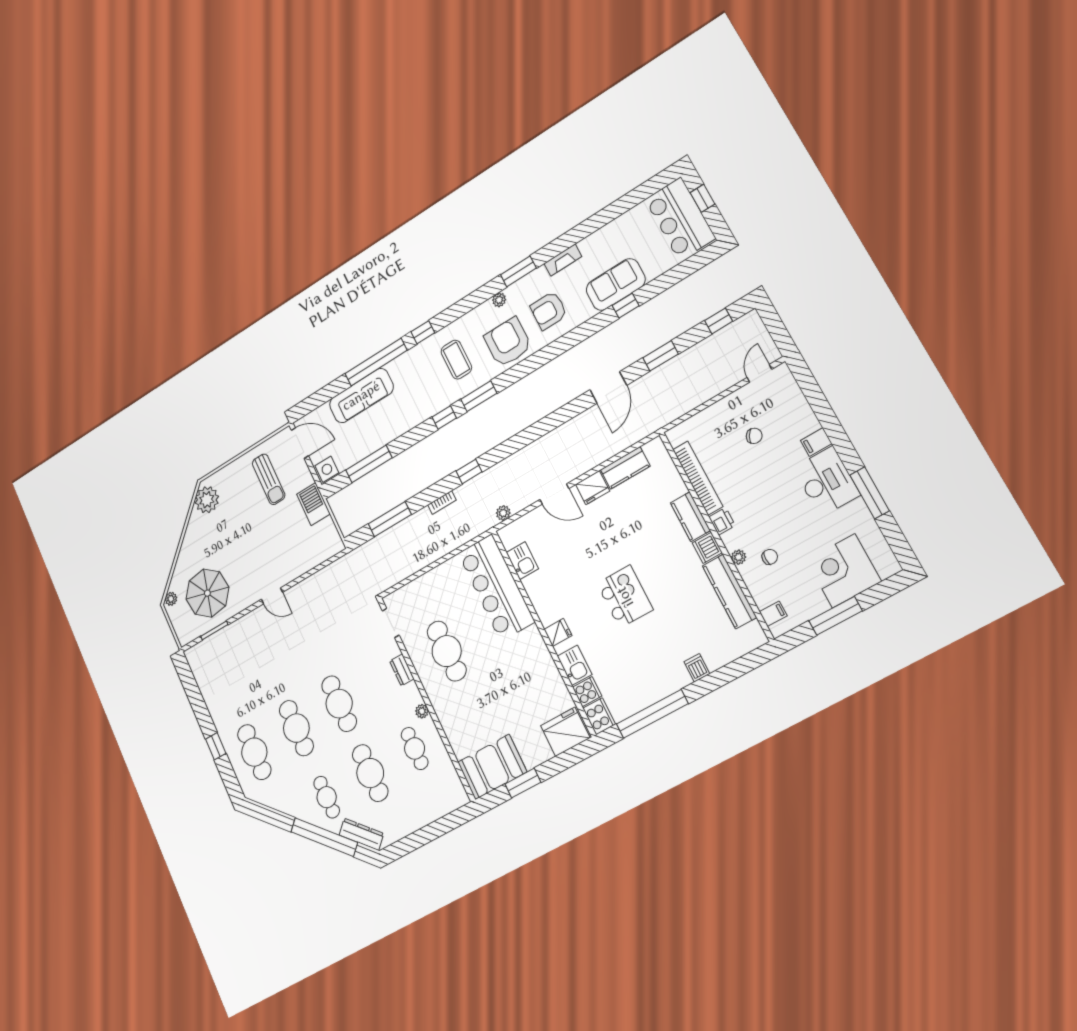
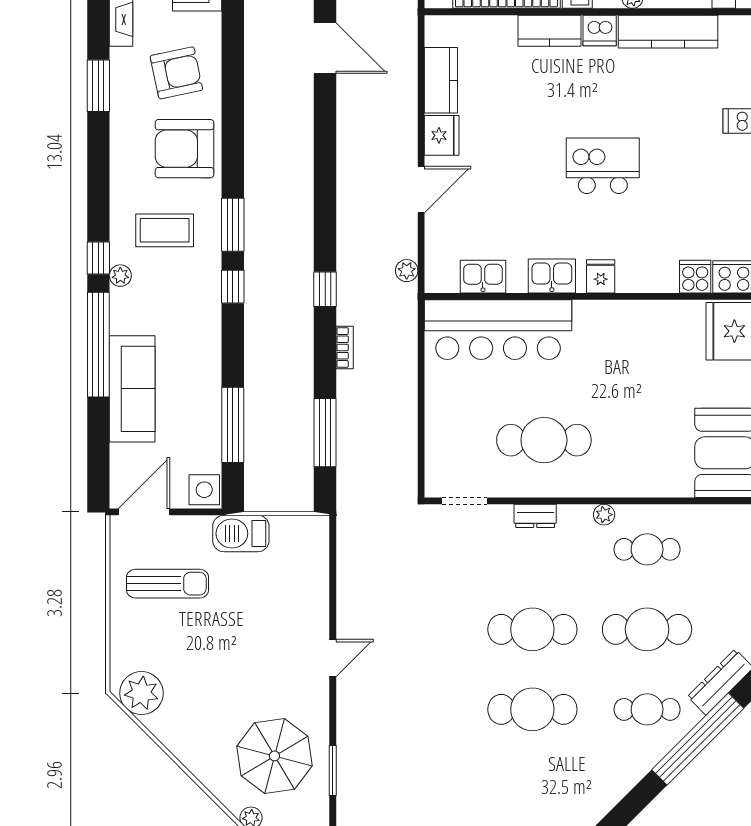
plant: (499, 300) -> (120, 276), moved
armchair: (549, 311) -> (176, 73), turned -102
kitchen sink: (575, 665) -> (552, 276), moved
cafe table: (254, 752) -> (532, 789), removed

